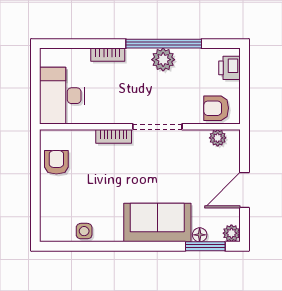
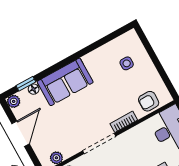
armchair: (56, 162) -> (149, 101), moved, turned 90
side table: (84, 231) -> (127, 63), moved
window: (205, 246) -> (26, 84), width x0.67

